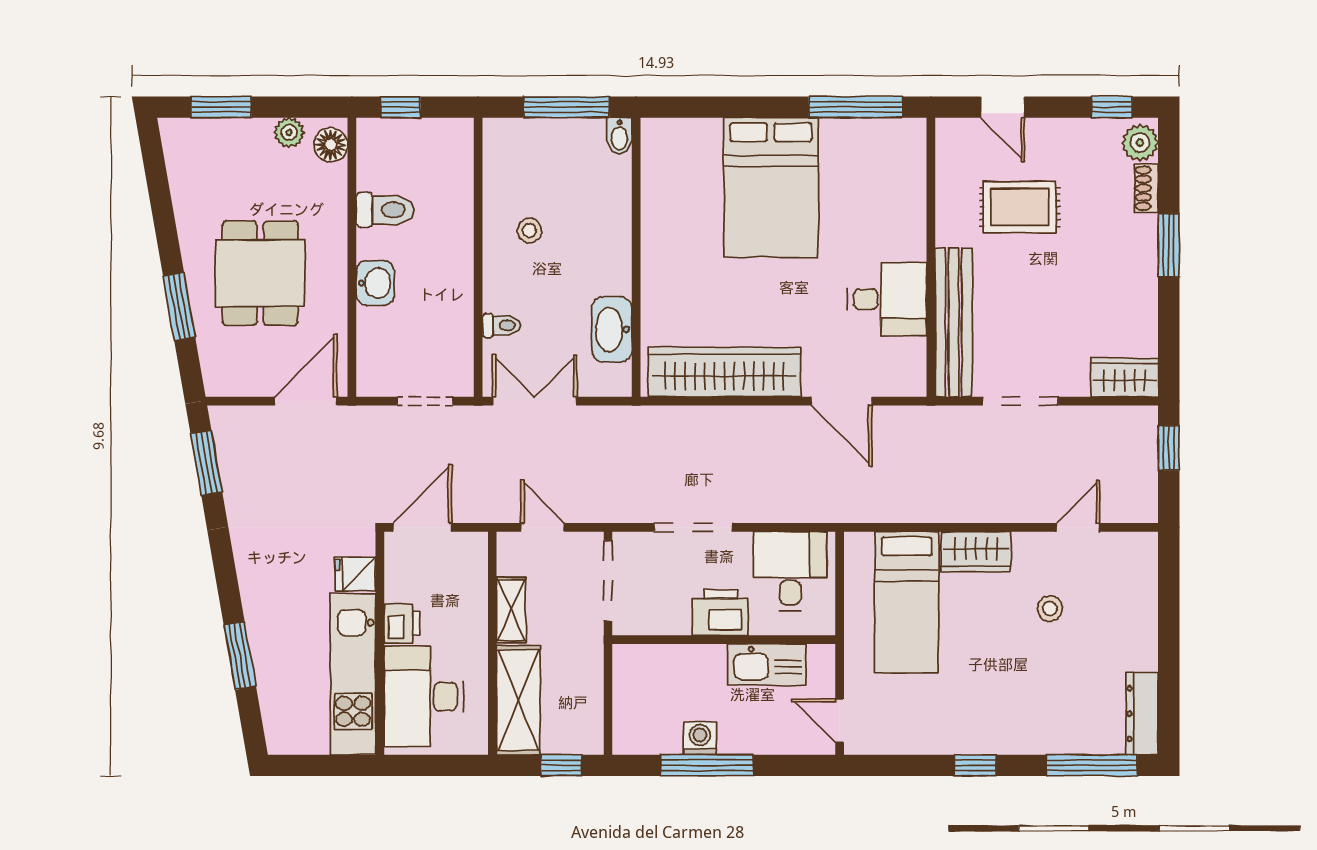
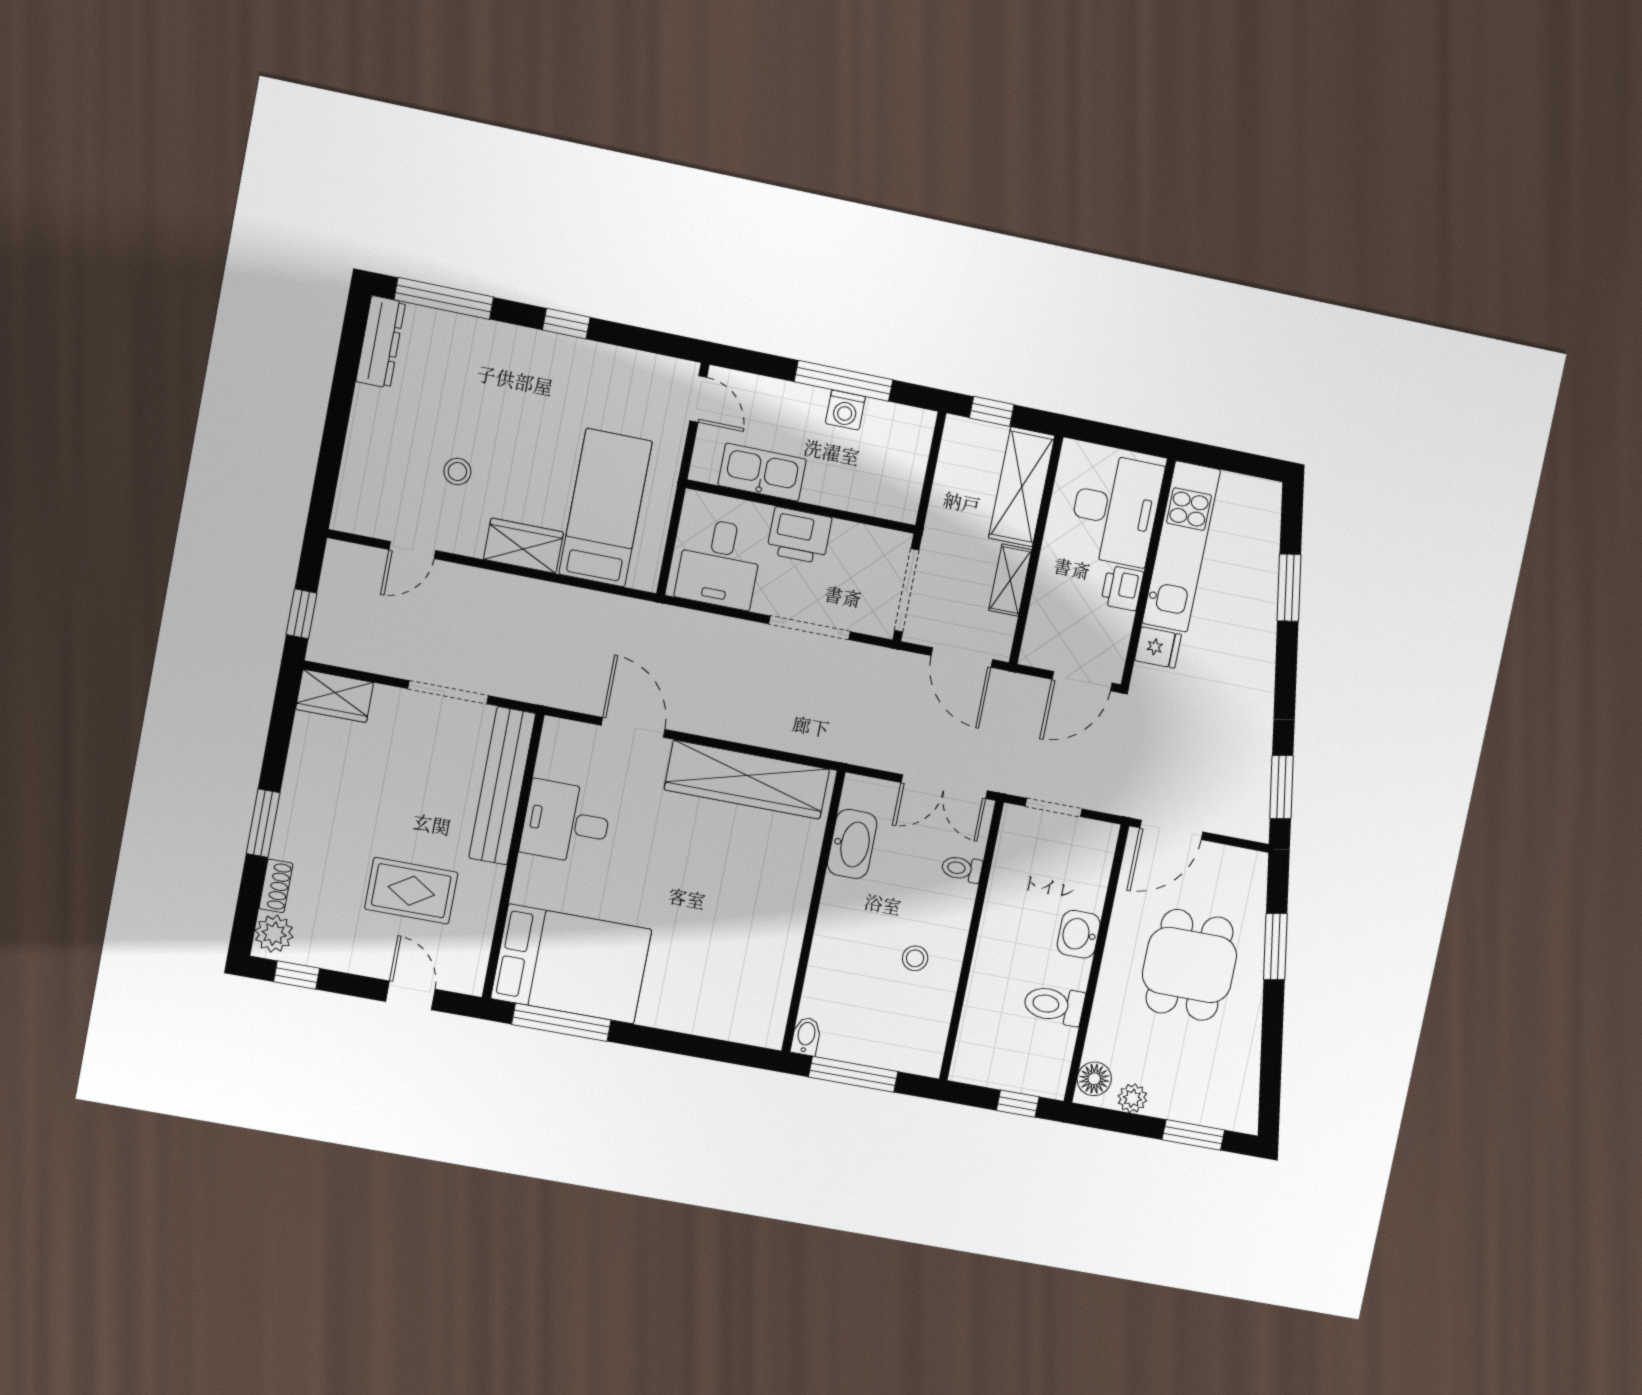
bed: (771, 187) -> (571, 964), moved, turned 90
door: (543, 527) -> (962, 658), width x1.38

